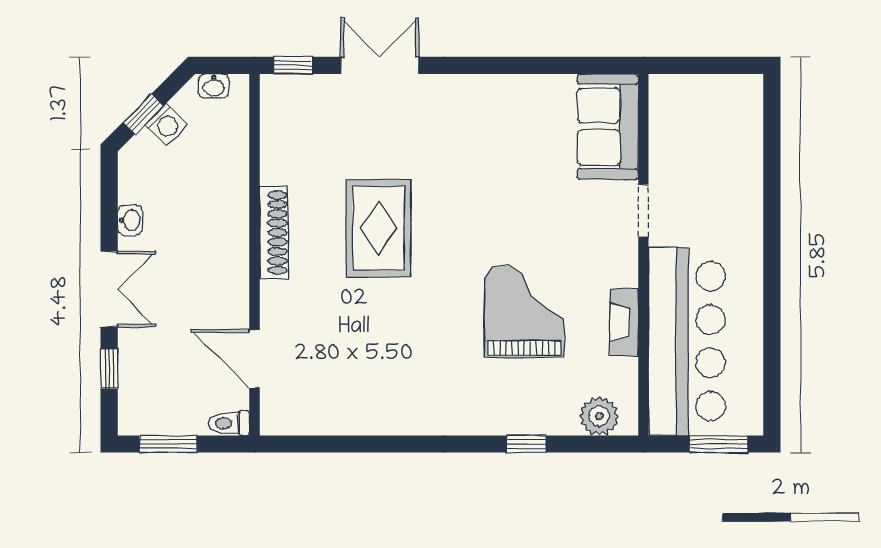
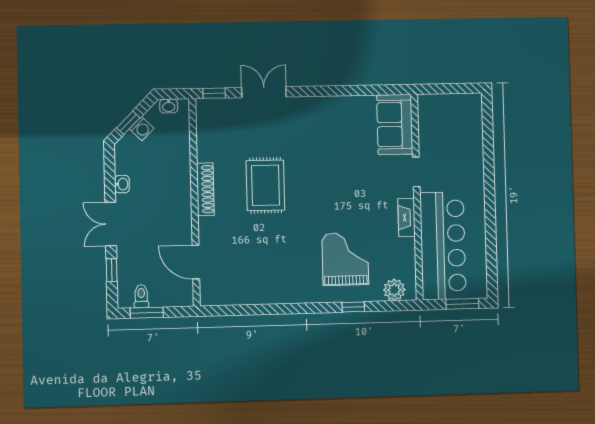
double door: (109, 289) -> (111, 224), swing flipped
grand piano: (524, 311) -> (345, 259), moved
fireplace: (624, 322) -> (406, 218), moved
toilet: (229, 423) -> (141, 296), moved, turned 90

